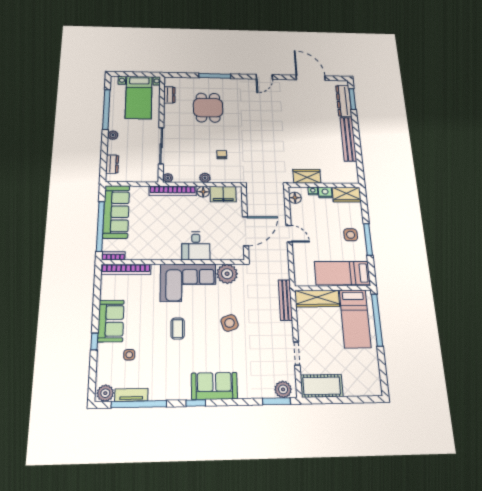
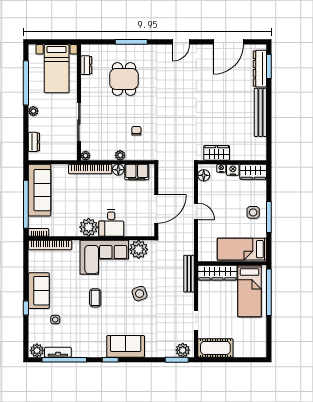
door: (311, 78) -> (228, 42), swing flipped
plant: (170, 250) -> (89, 227), added

